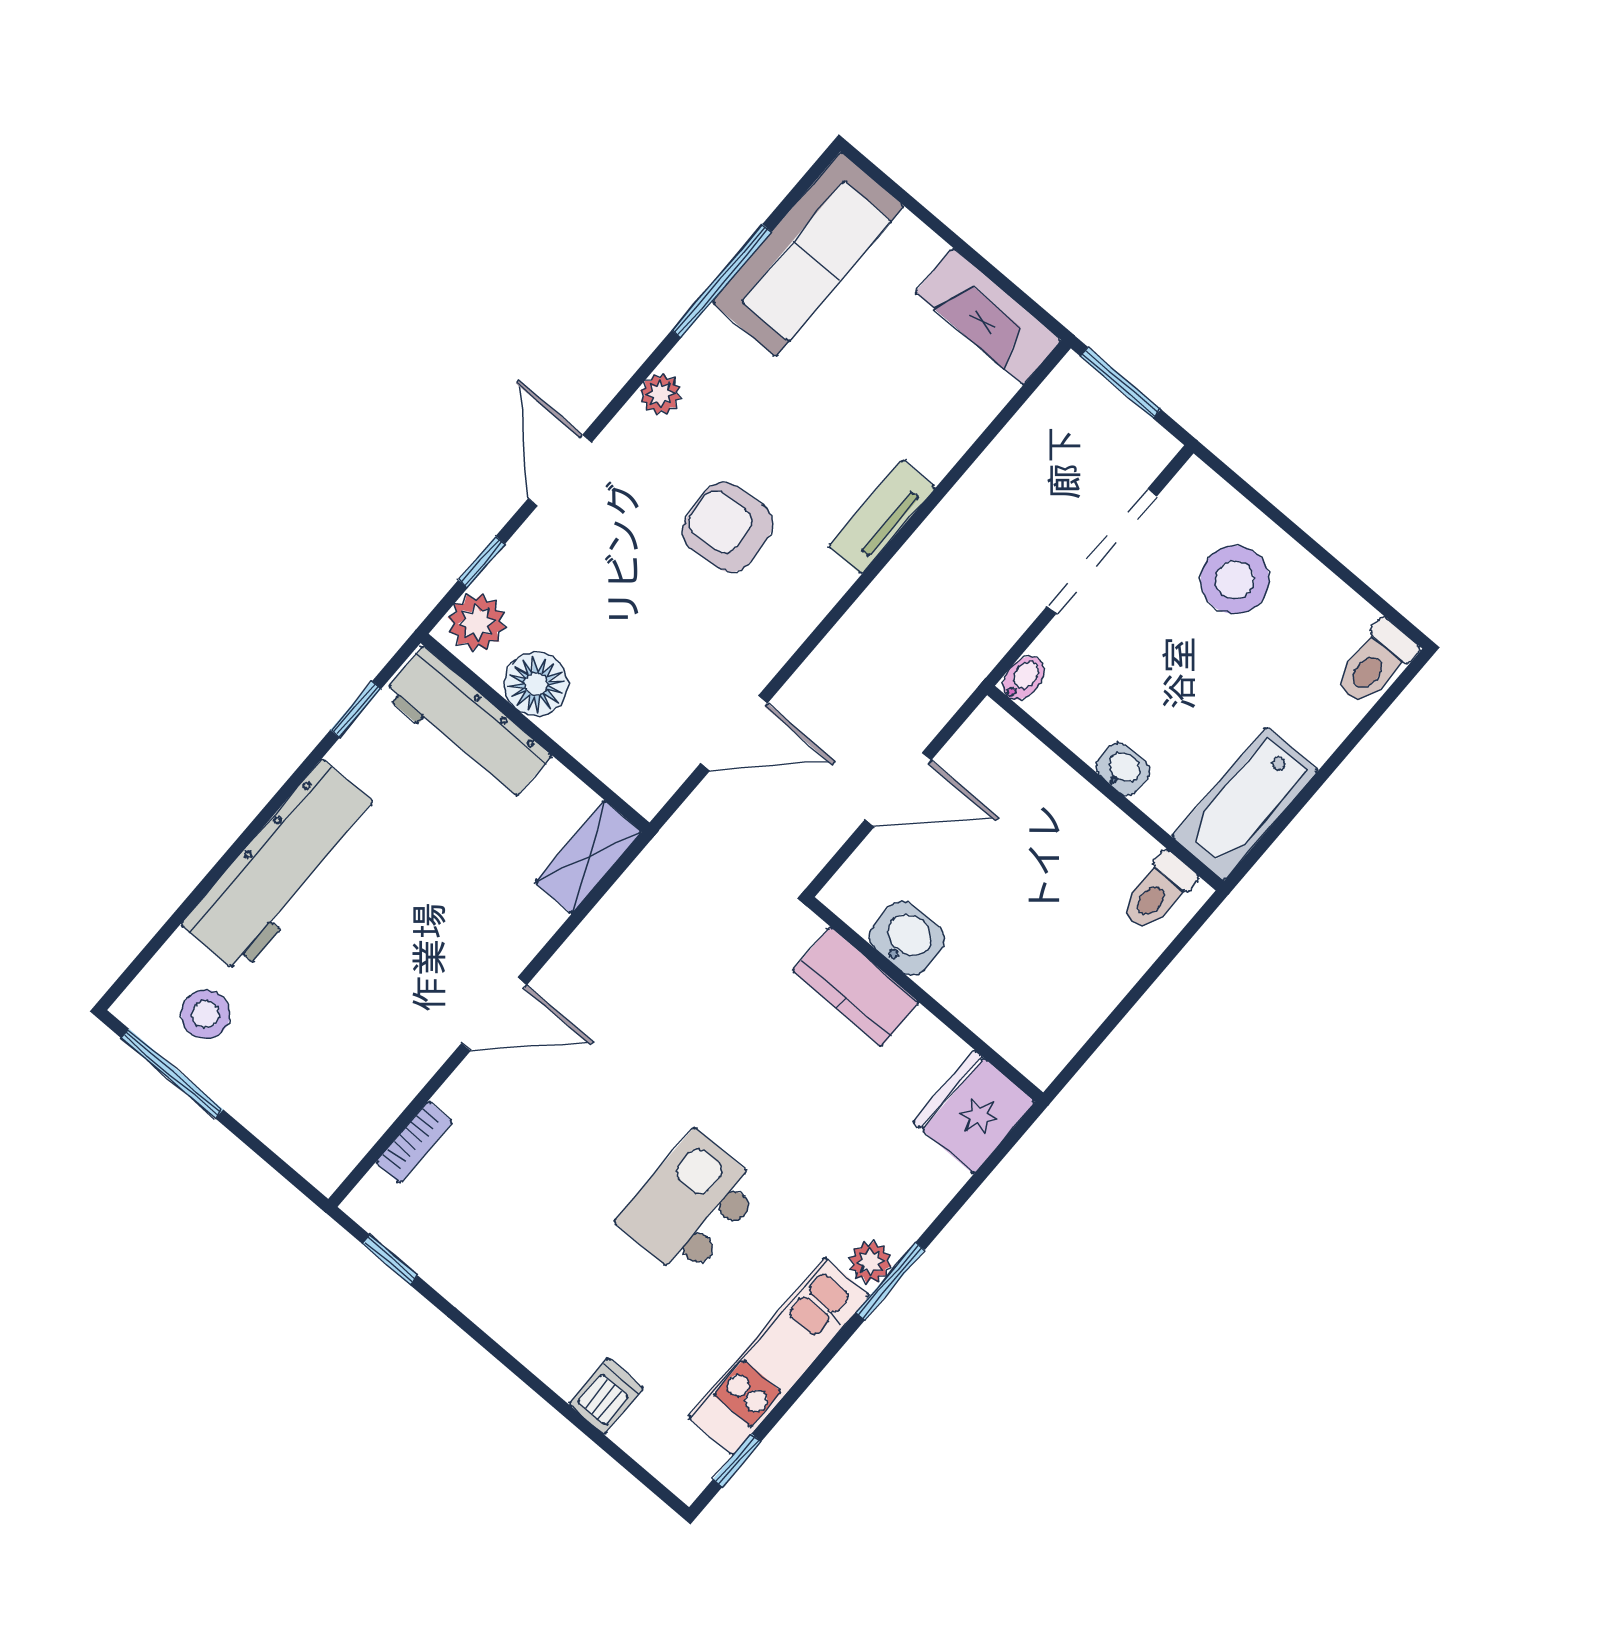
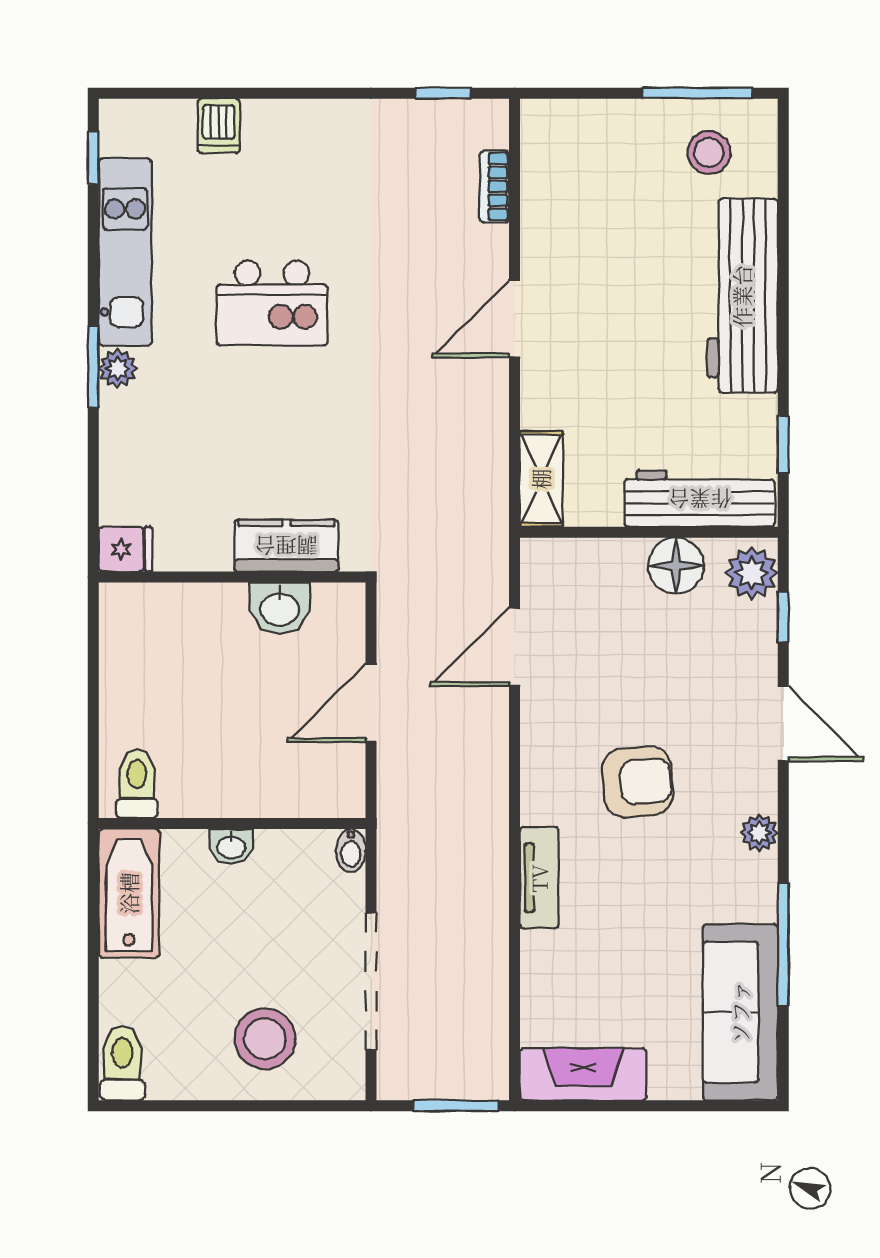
fridge: (974, 1112) -> (125, 549), width x0.53, depth x0.75
kitchen island: (690, 1205) -> (272, 303), turned 90

